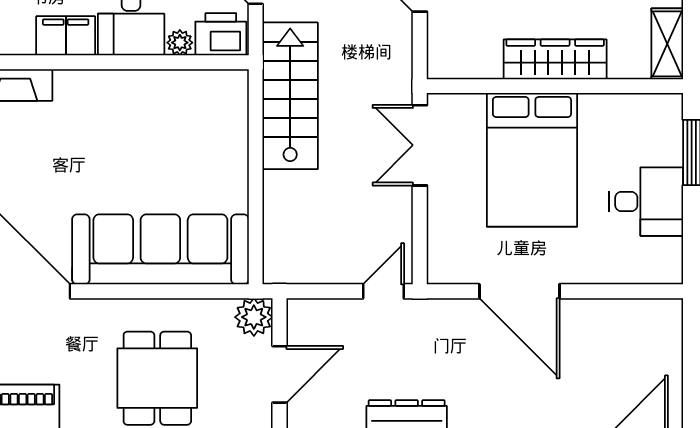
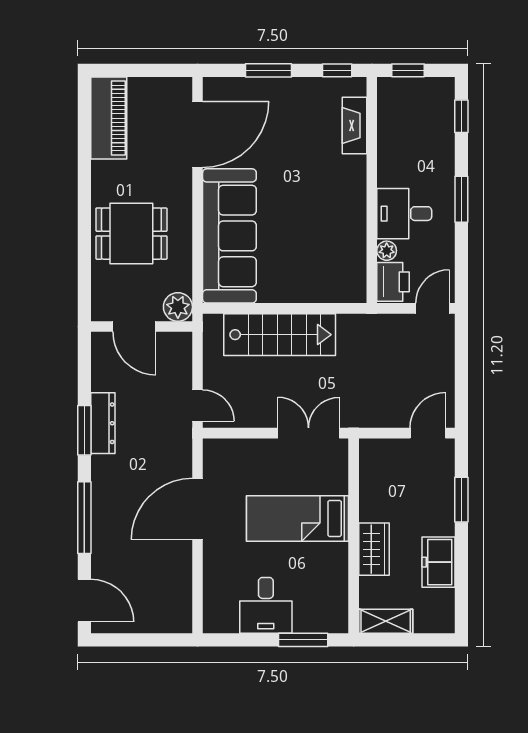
filing cabinet: (66, 36) -> (392, 164), removed
wardrobe: (555, 59) -> (374, 549), width x0.67
stairs: (290, 96) -> (280, 335), moved
bed: (532, 160) -> (297, 518), width x0.67

